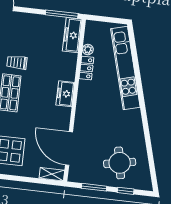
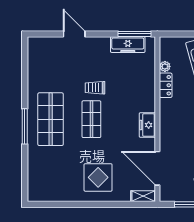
freezer: (72, 35) -> (128, 45), moved, turned -90
freezer: (65, 94) -> (147, 125), moved

